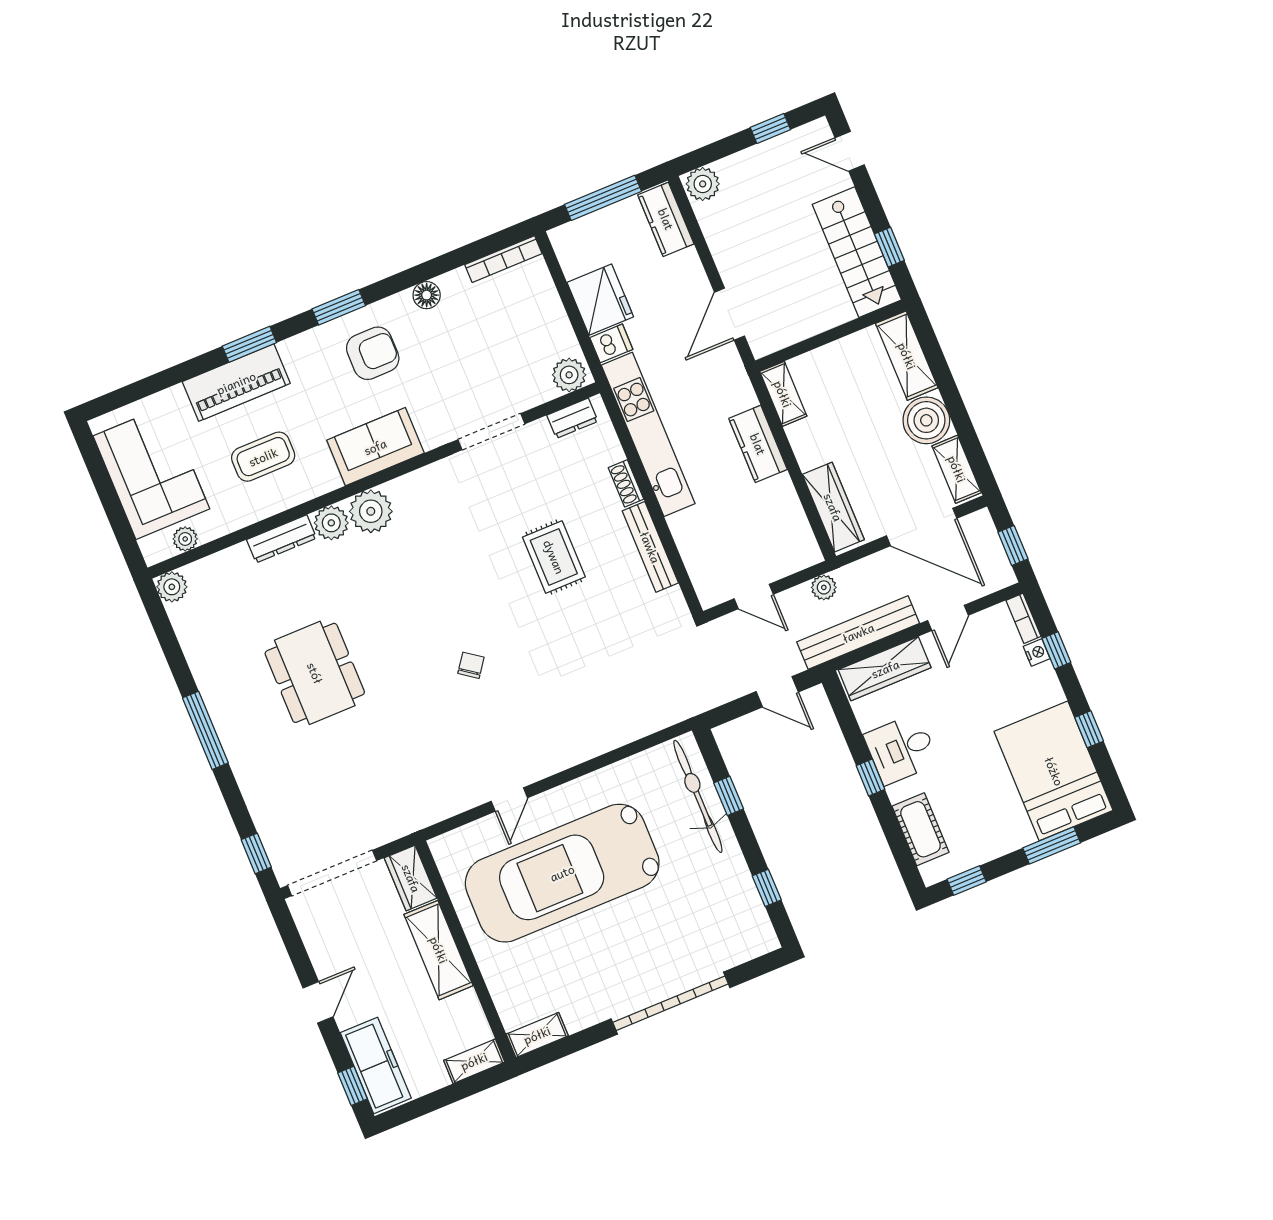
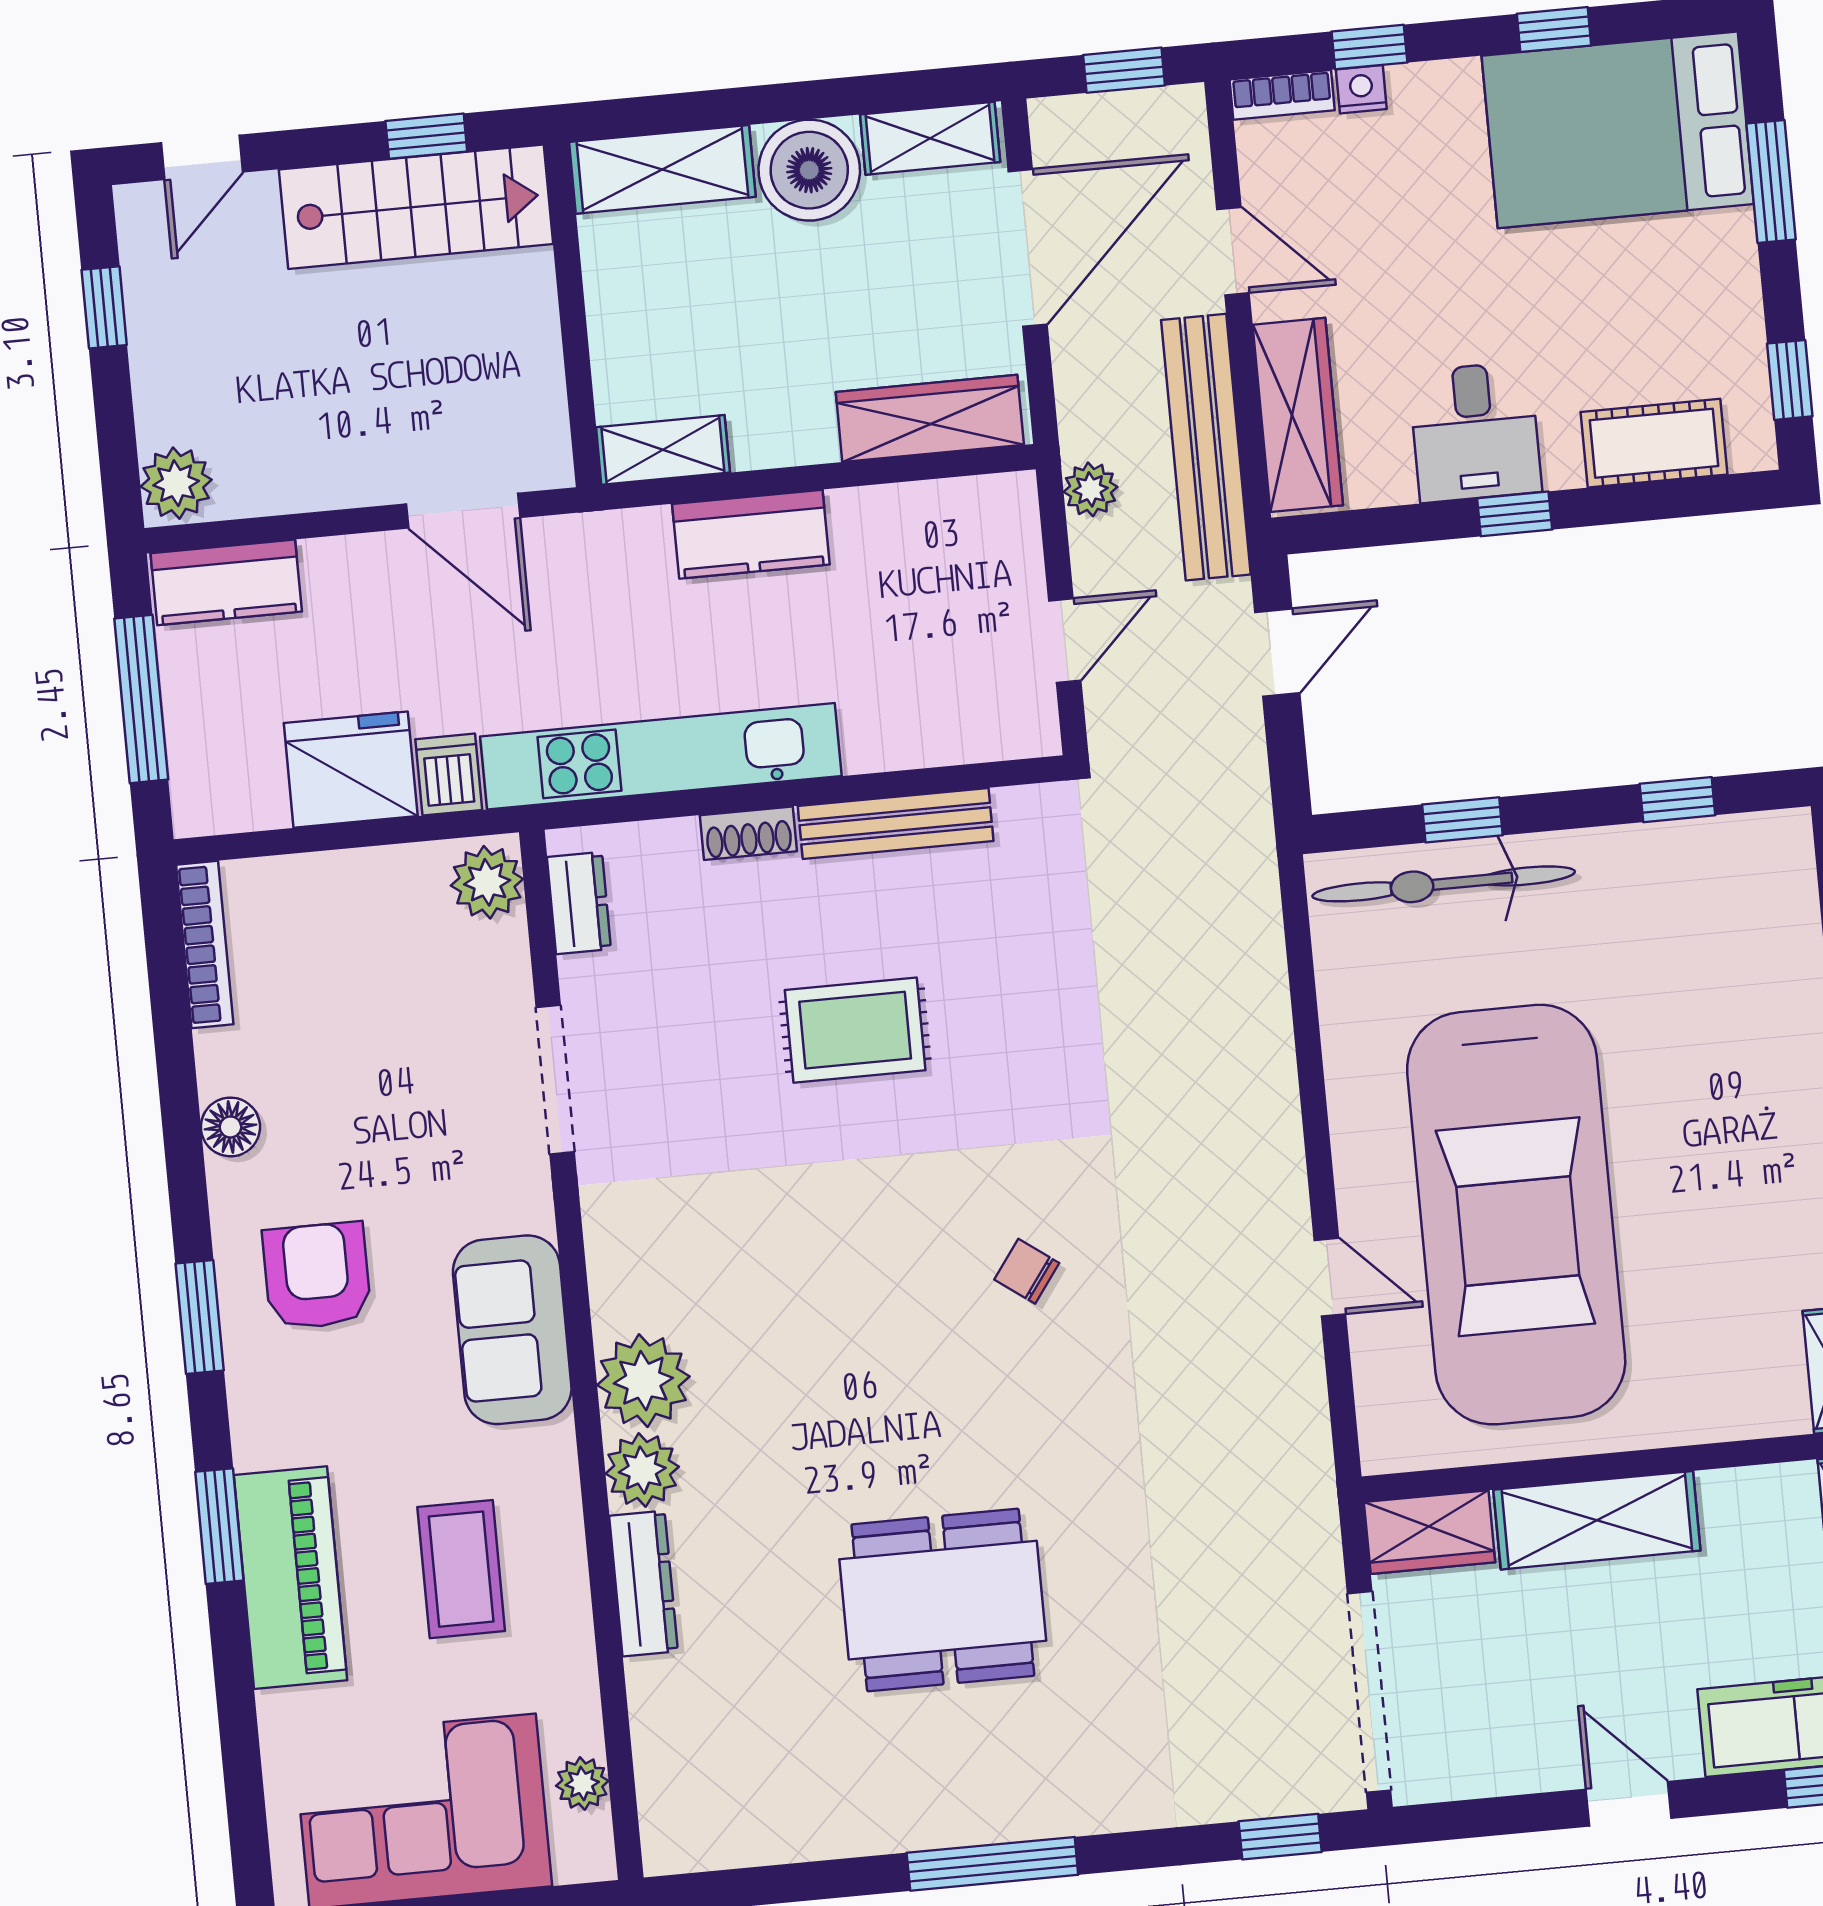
plant: (172, 587) -> (673, 1842), removed

